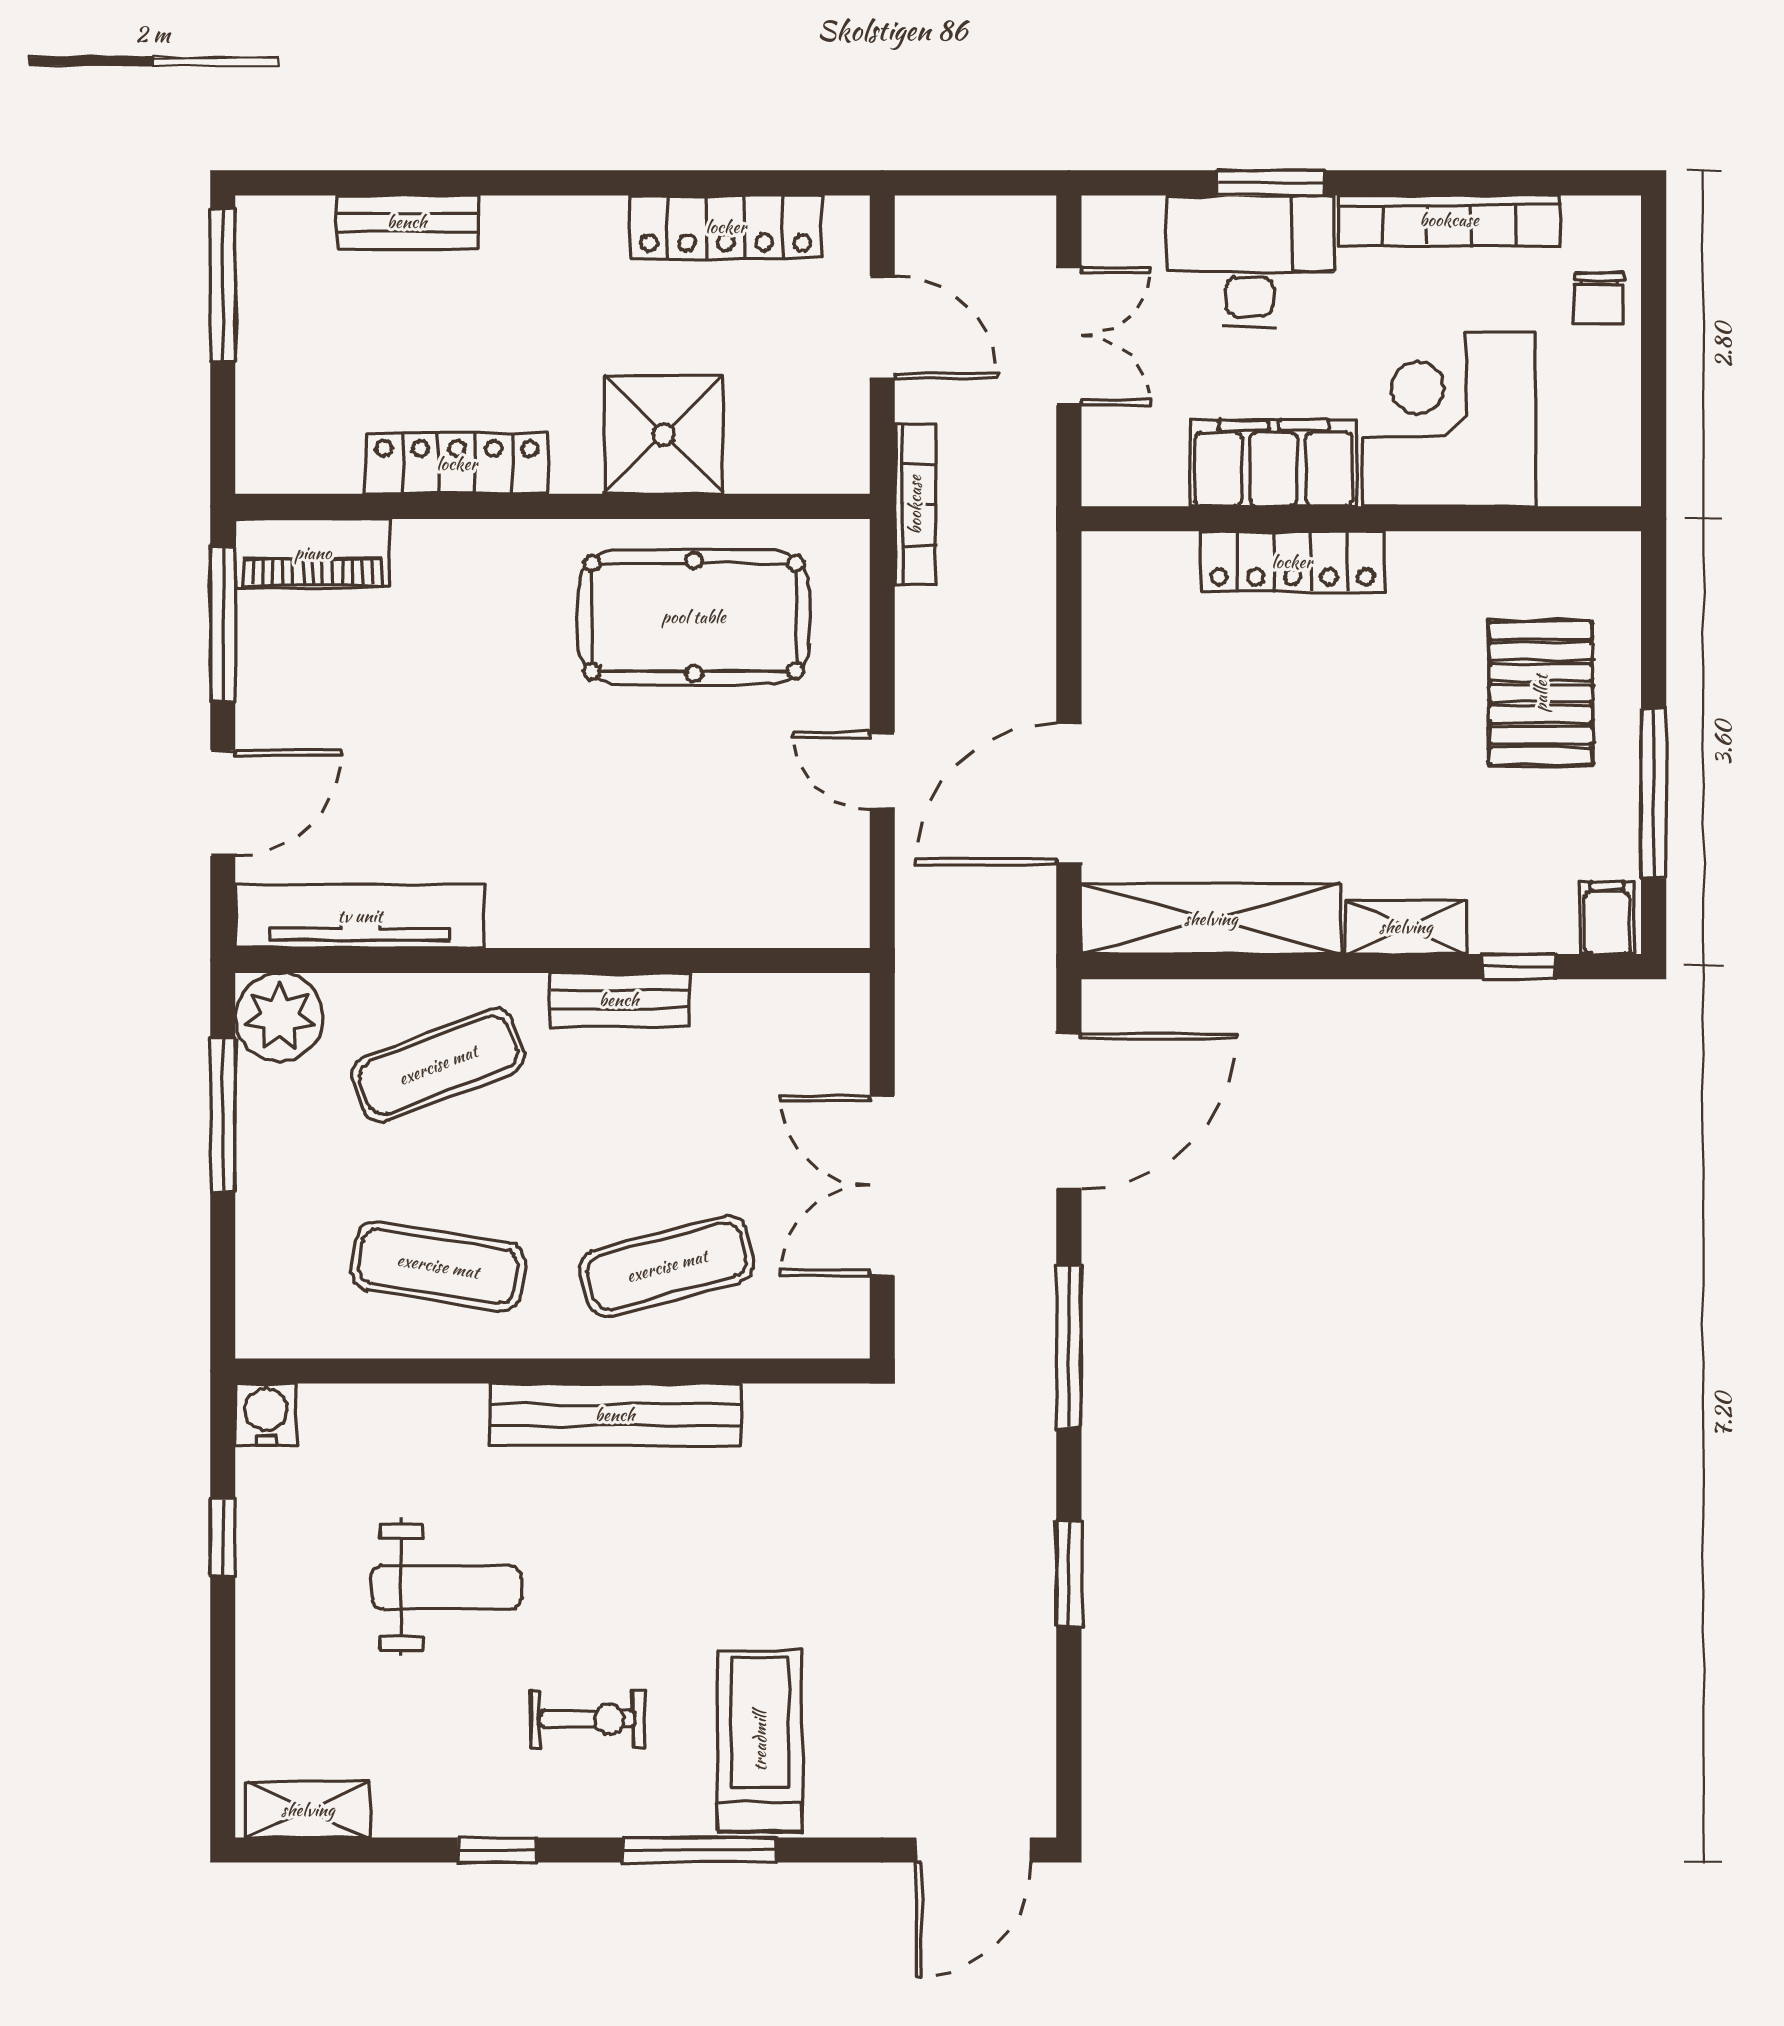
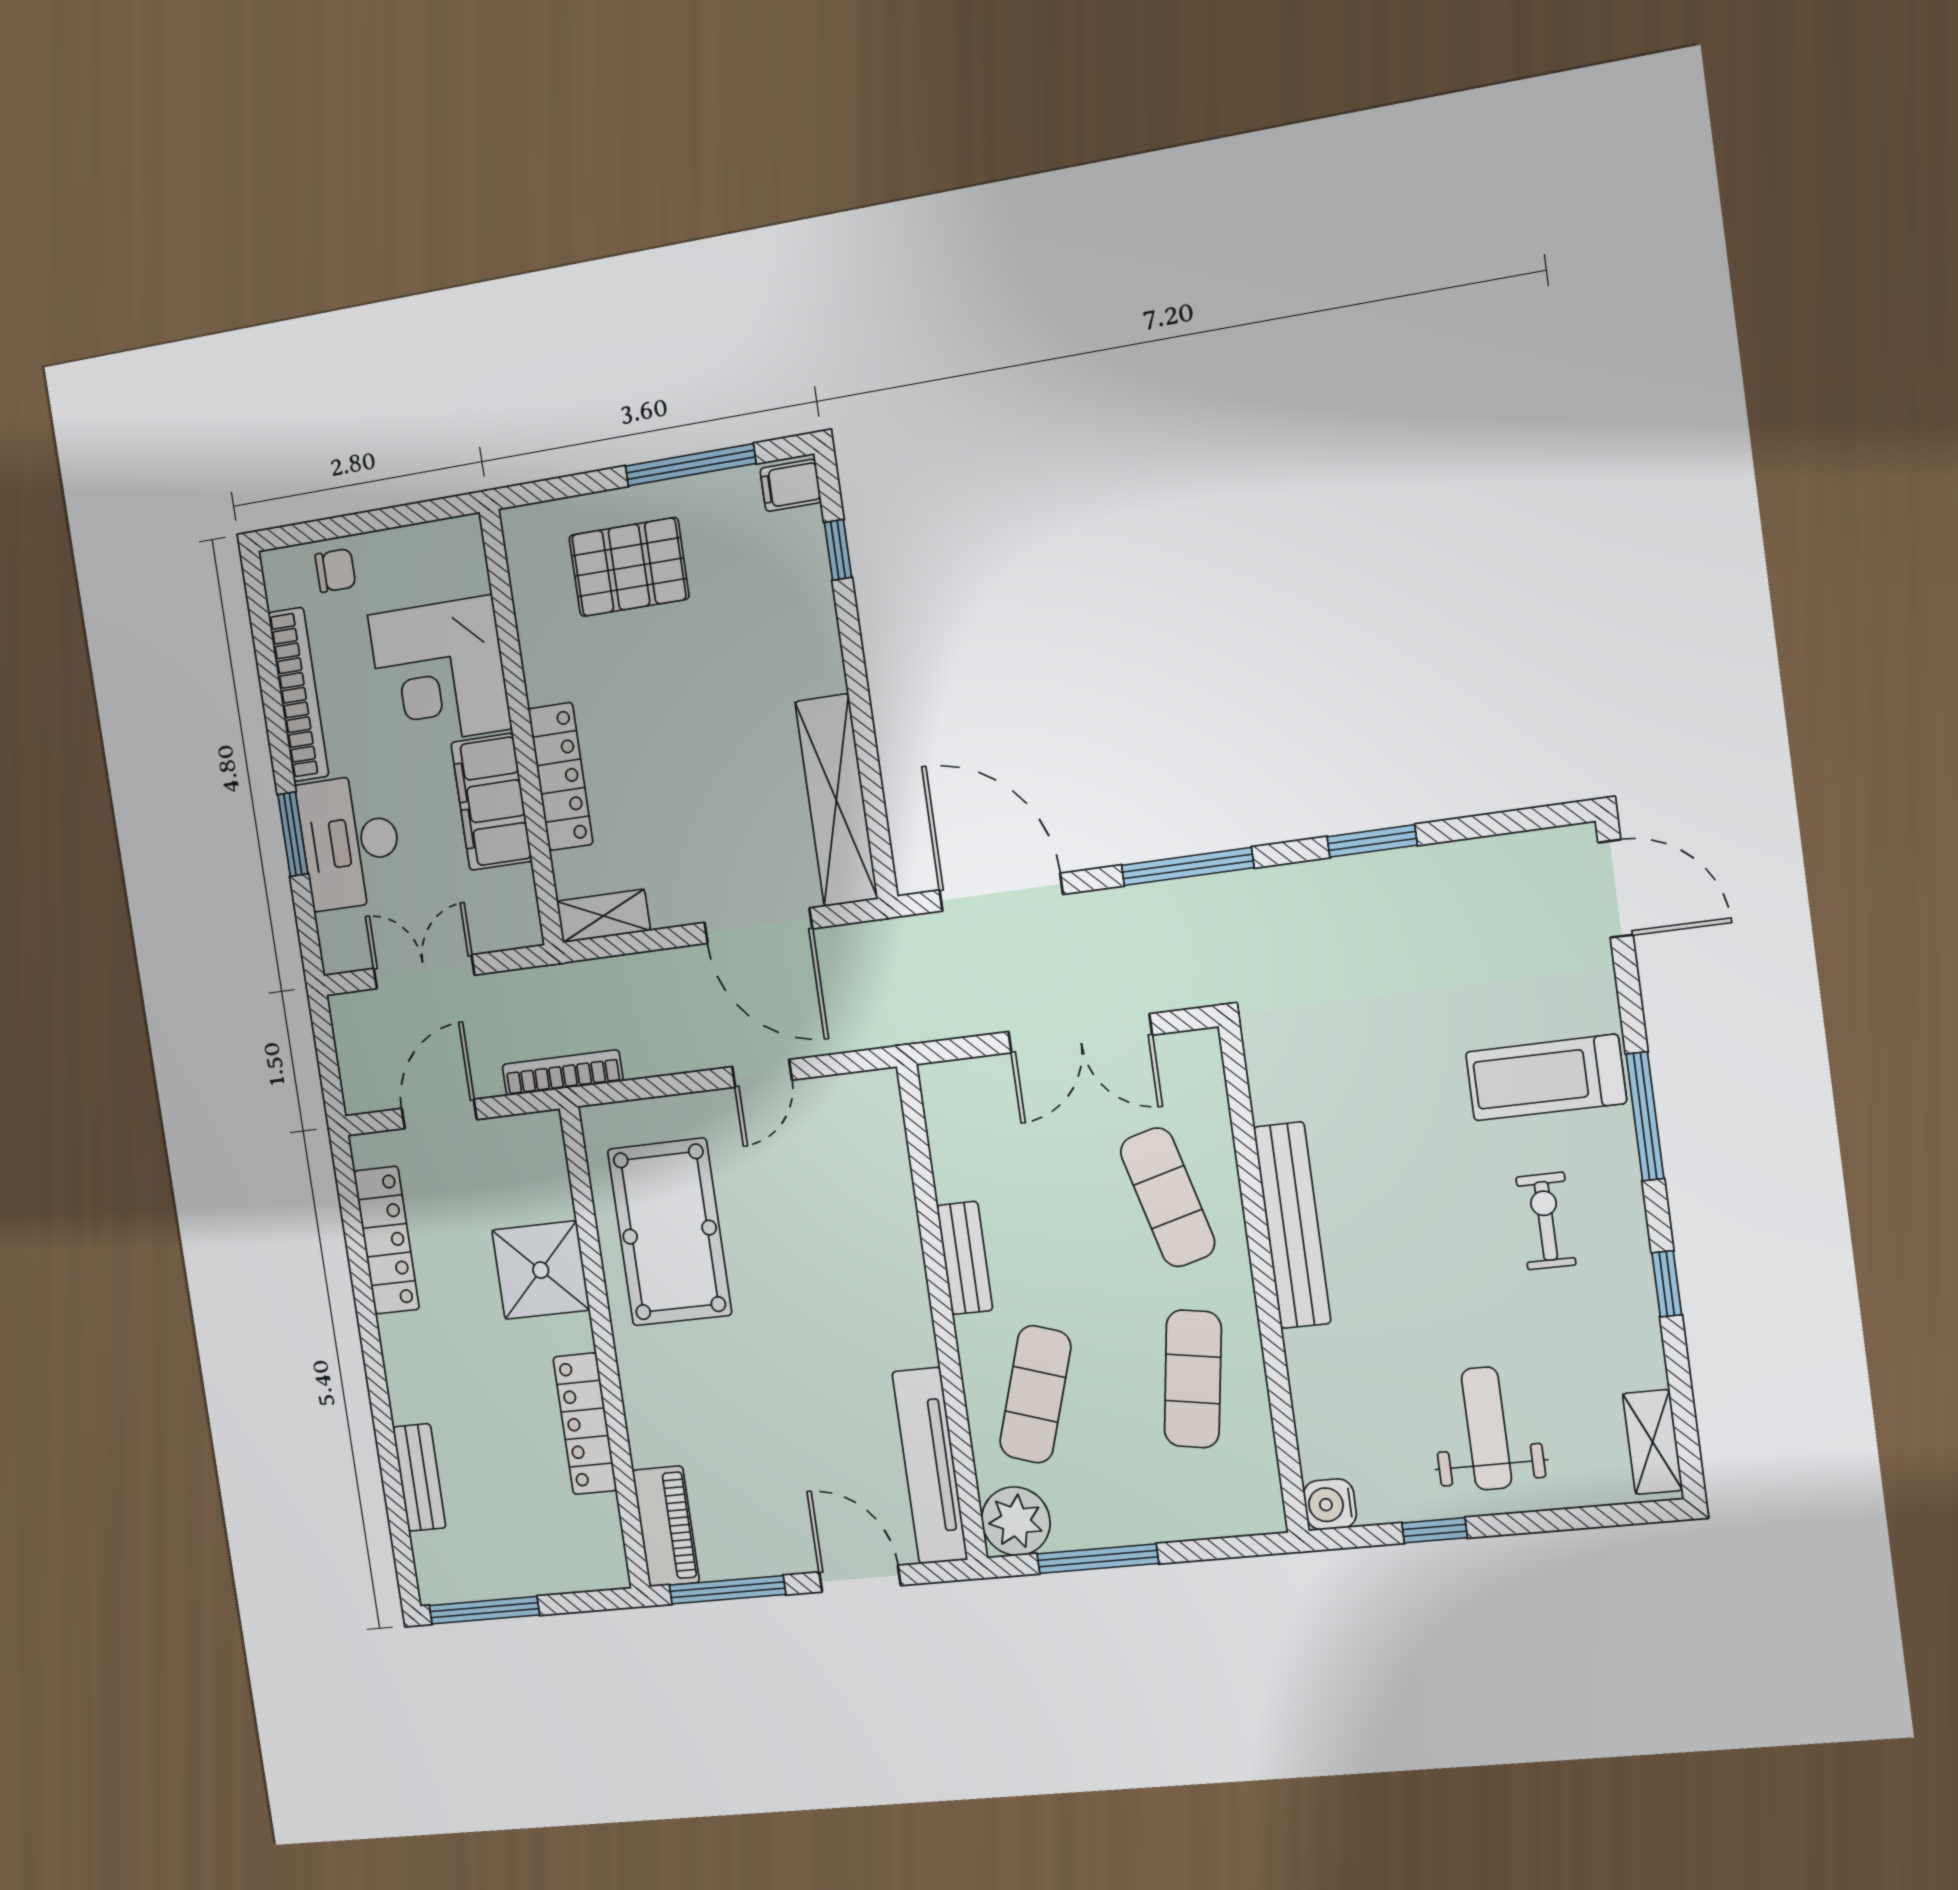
shelving: (1406, 927) -> (603, 916), moved, turned 90
exercise mat: (438, 1065) -> (1035, 1394), turned 39
weight bench: (446, 1587) -> (1486, 1428), moved

